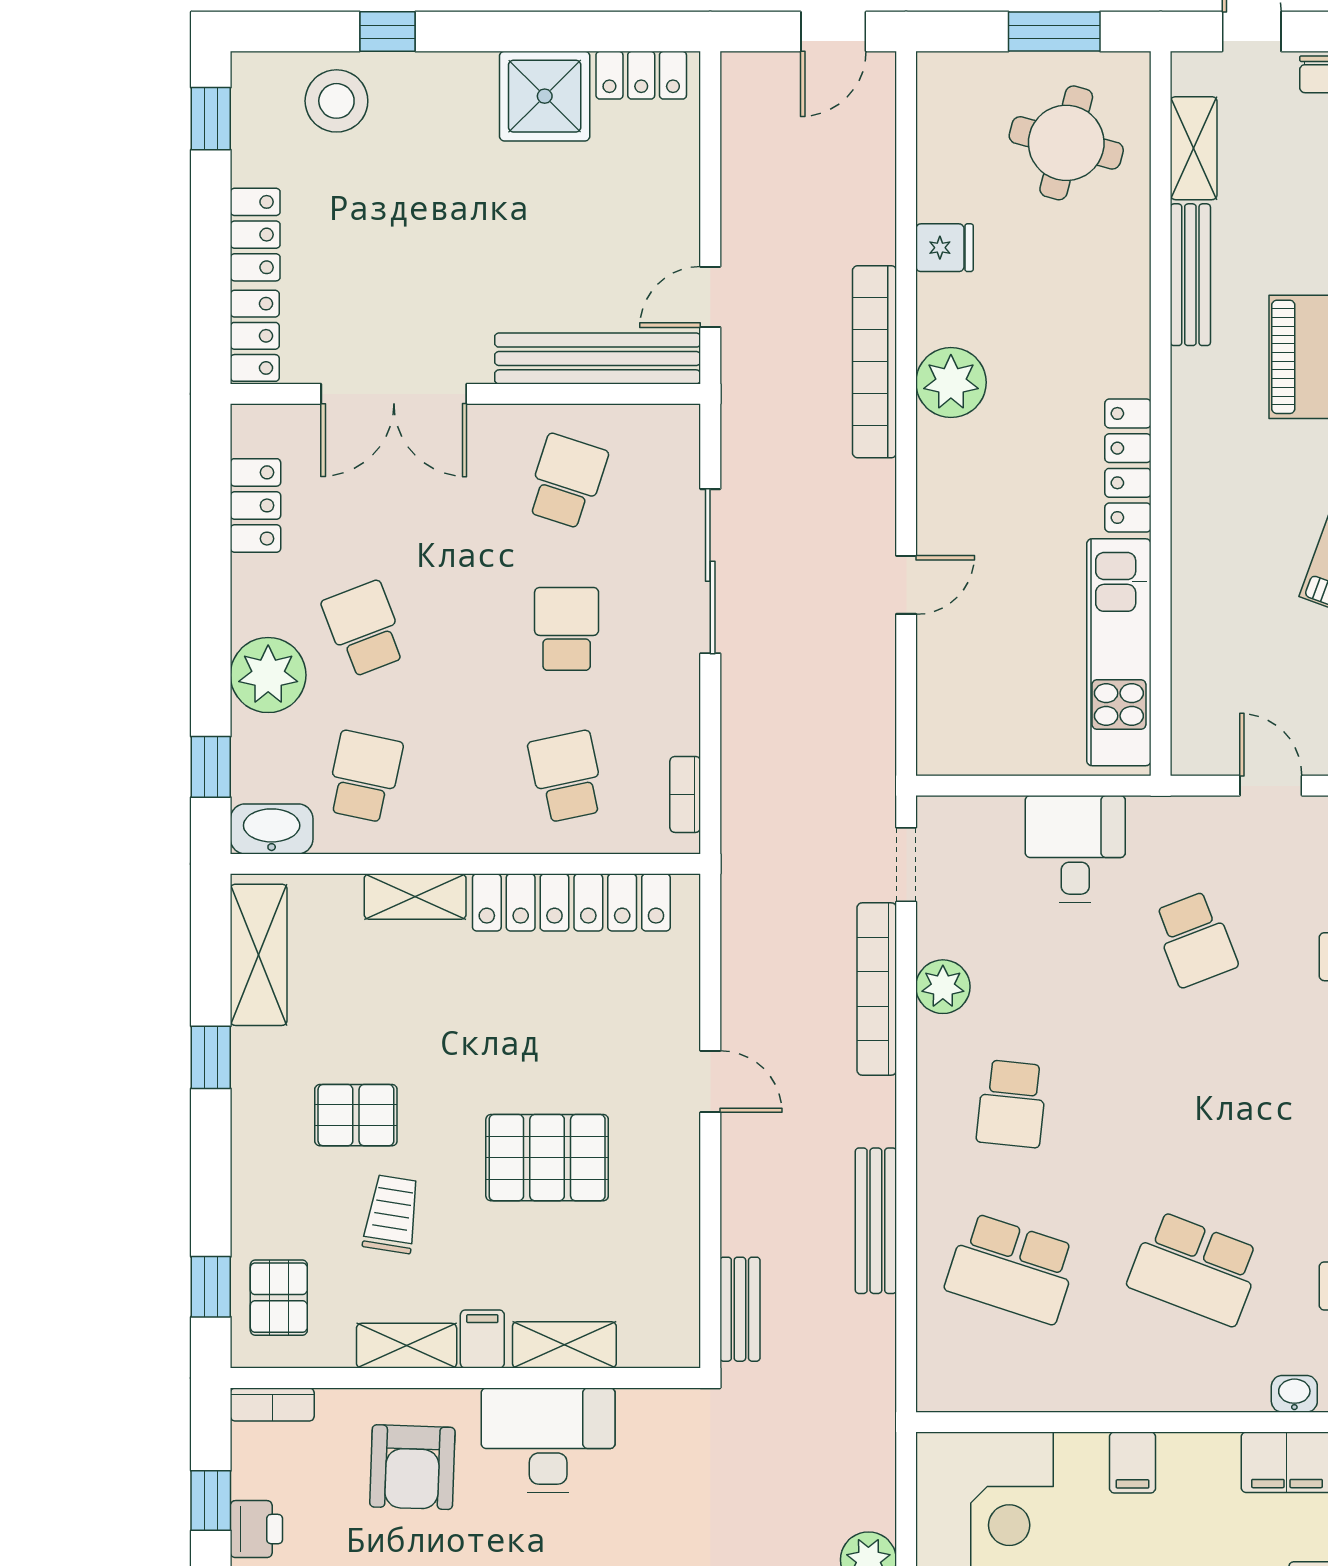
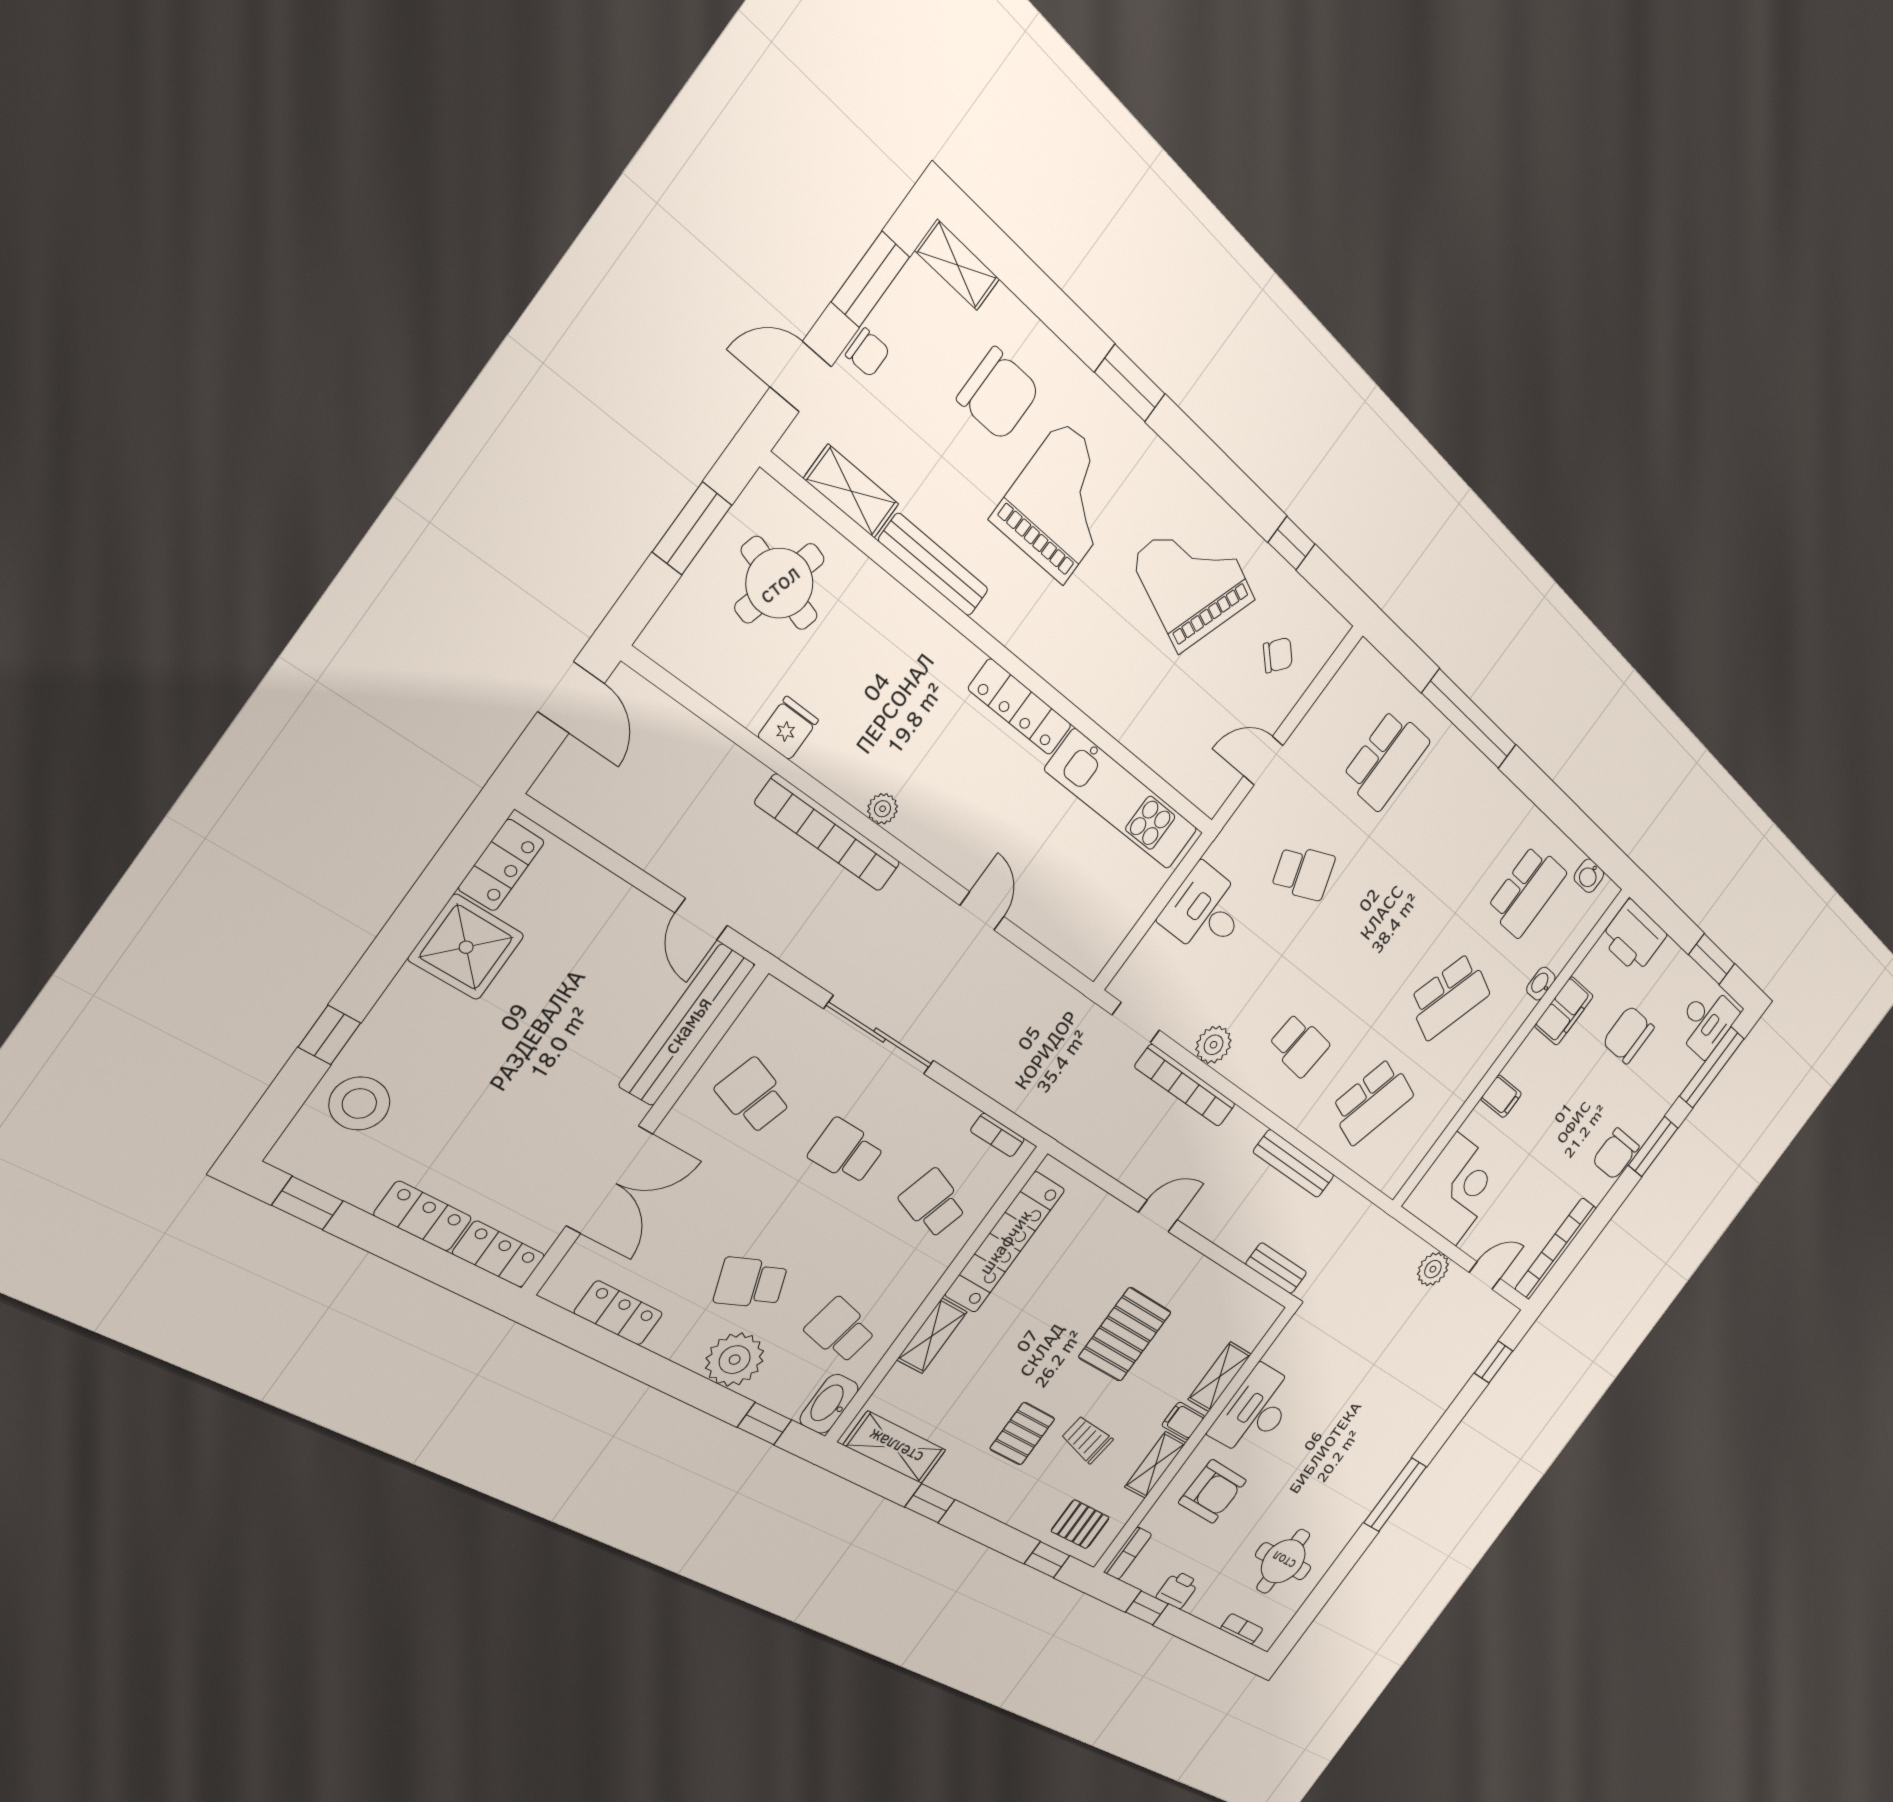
plant: (951, 382) -> (883, 809), width x0.53, depth x0.53
school desk: (567, 776) -> (933, 1203), turned 30

